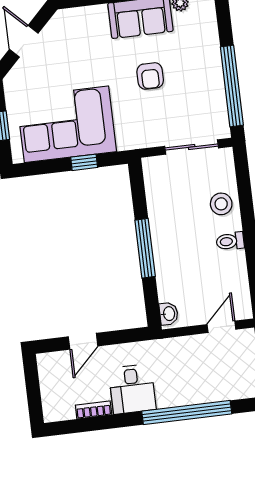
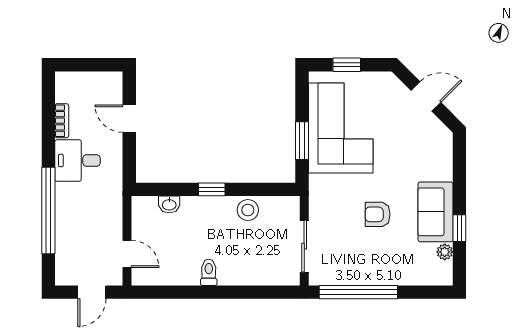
window: (84, 162) -> (302, 141), width x1.50
stool: (221, 204) -> (248, 210), moved
window: (145, 248) -> (212, 189), width x0.46
washbasin: (169, 314) -> (169, 204), moved

